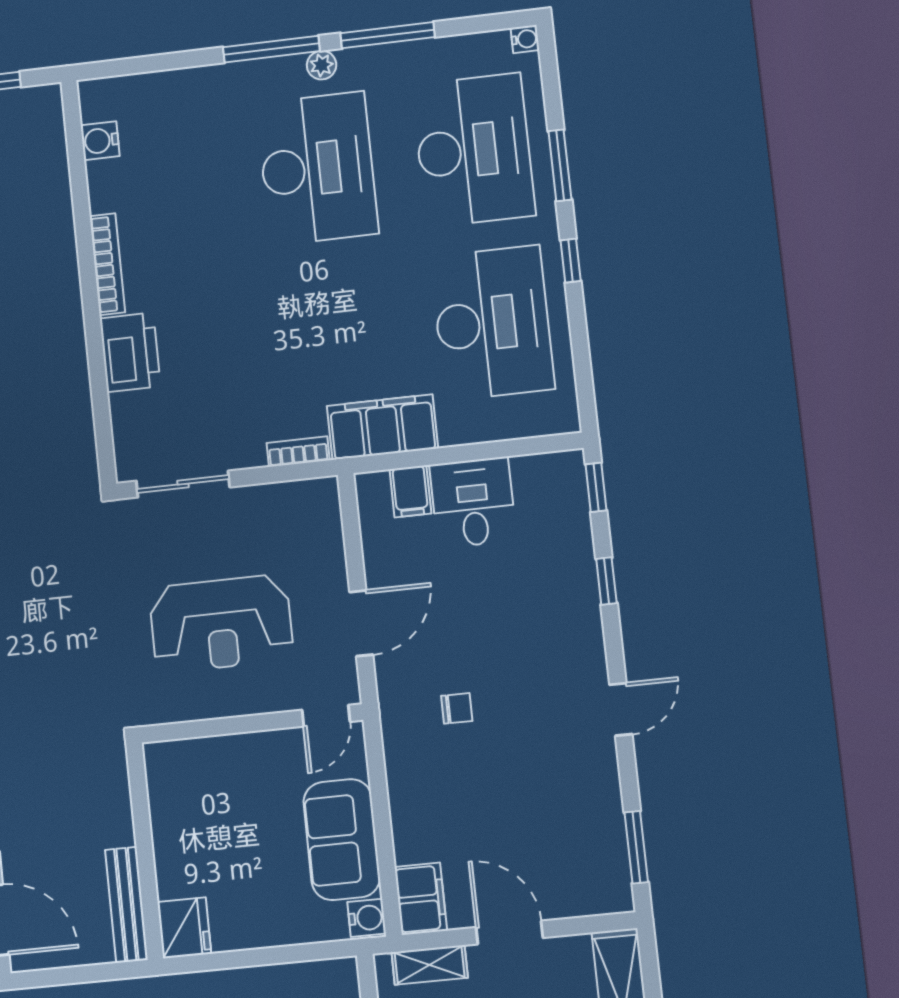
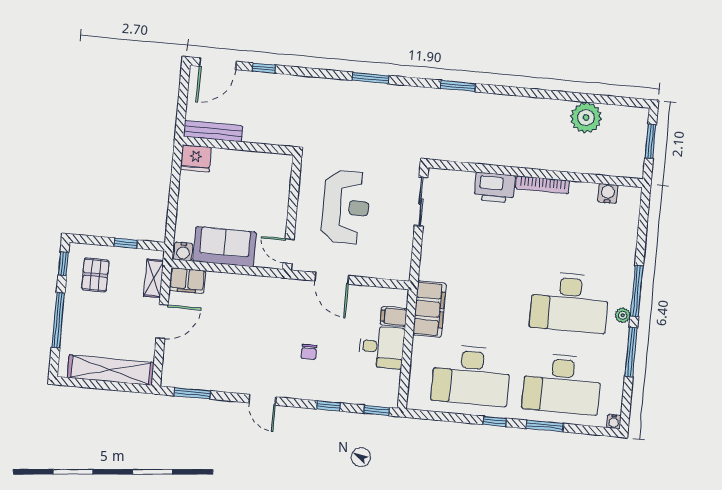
bookcase: (298, 452) -> (426, 264), removed
reception desk: (221, 624) -> (346, 207), turned 180
chair: (457, 708) -> (309, 352), moved

